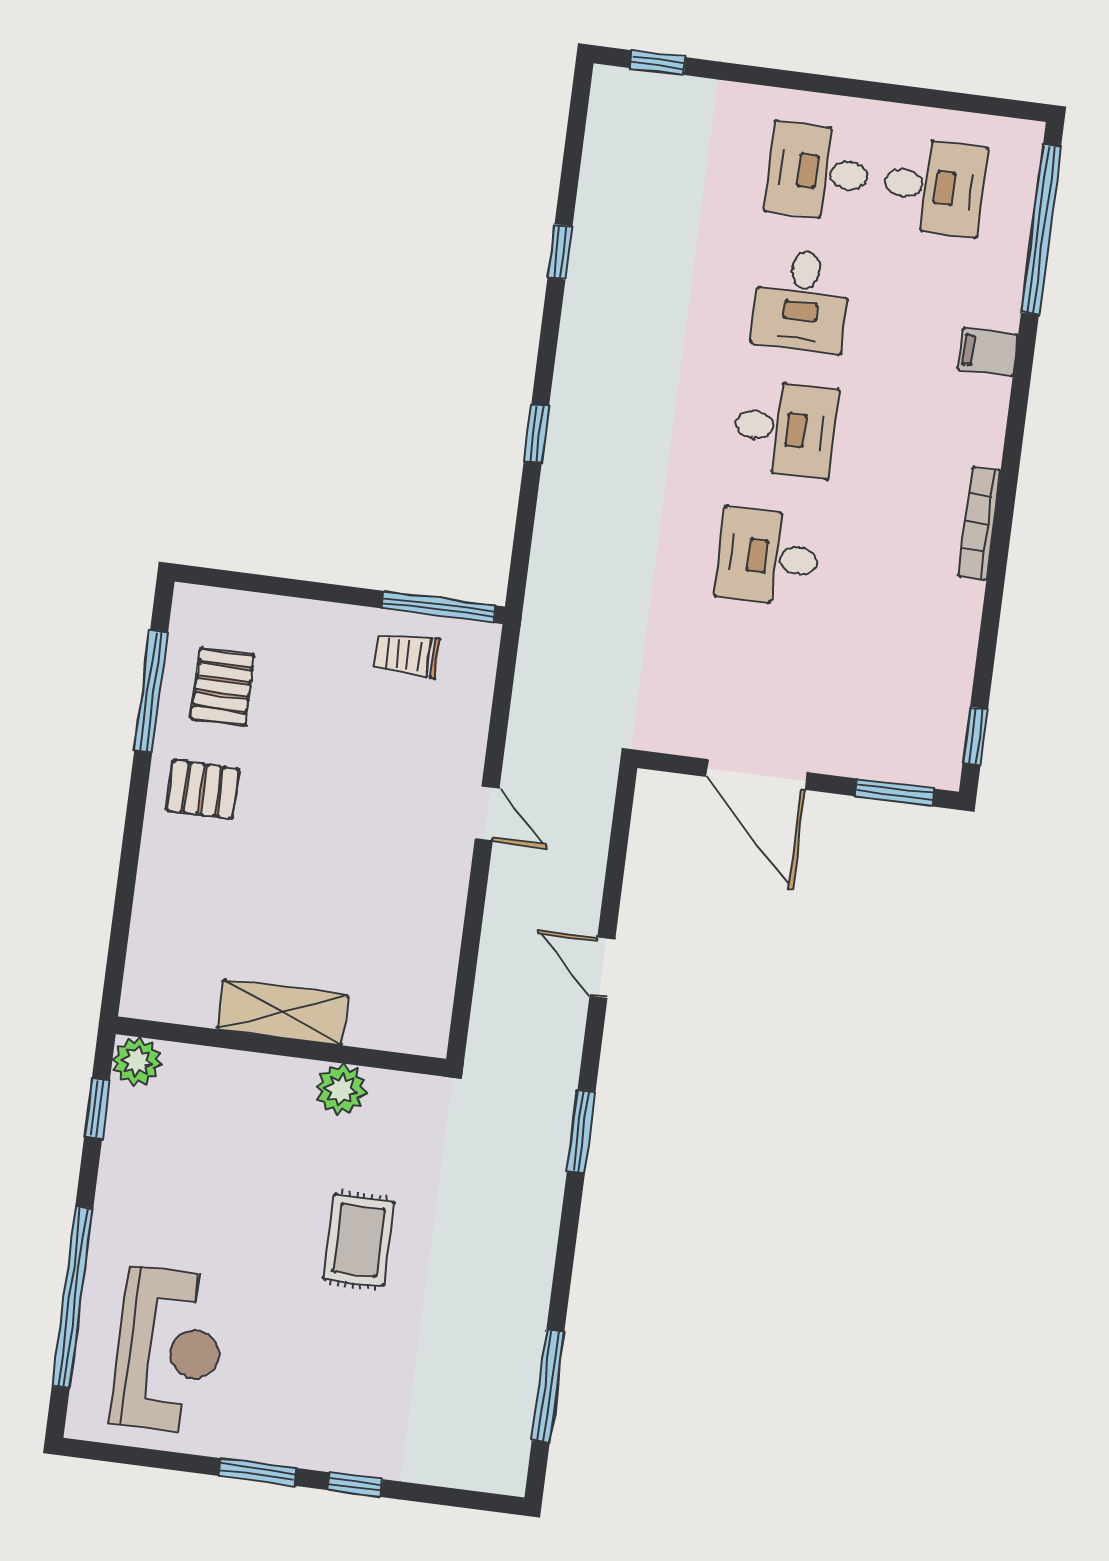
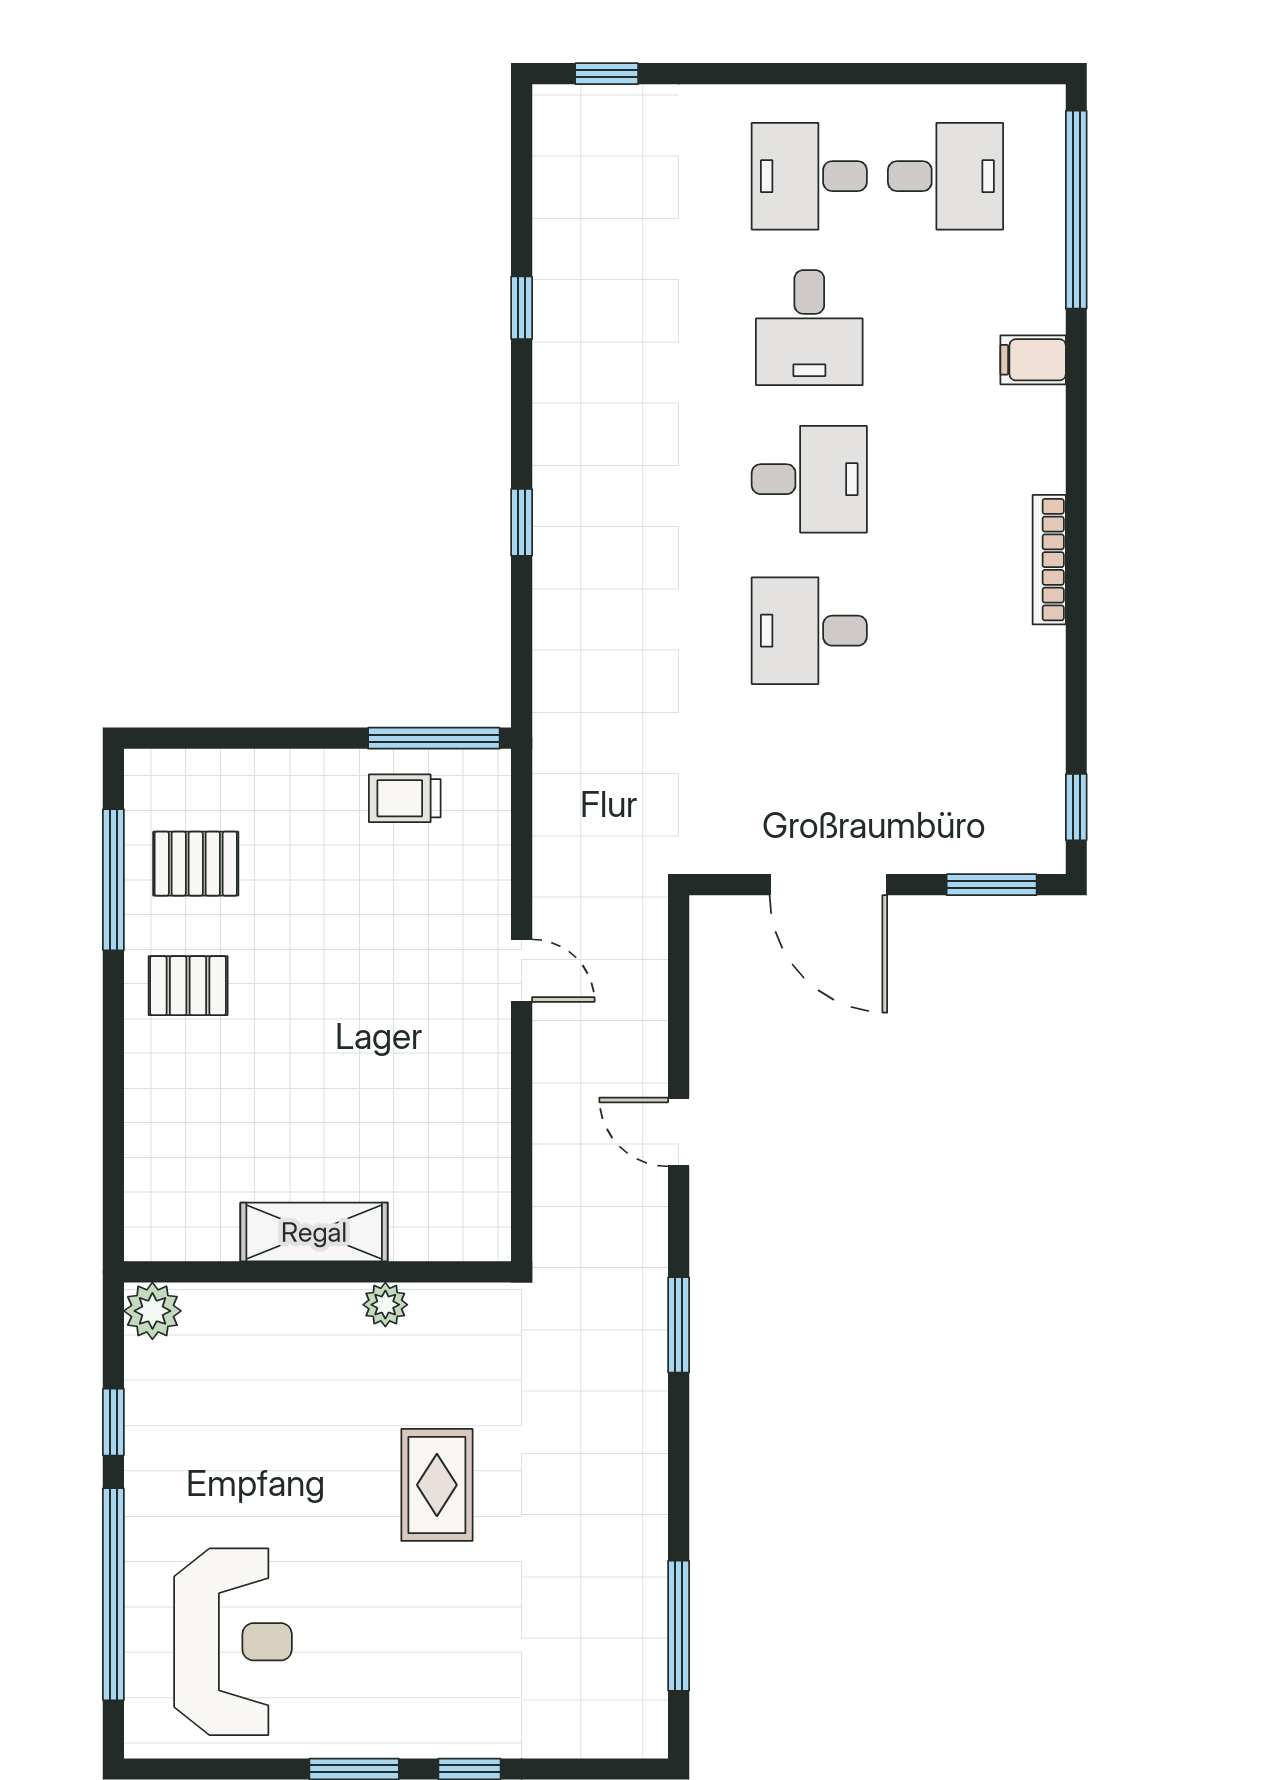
pallet: (223, 687) -> (196, 864), turned 90
plant: (341, 1090) -> (385, 1305), width x0.73, depth x0.73
window: (97, 1108) -> (113, 1422), moved

